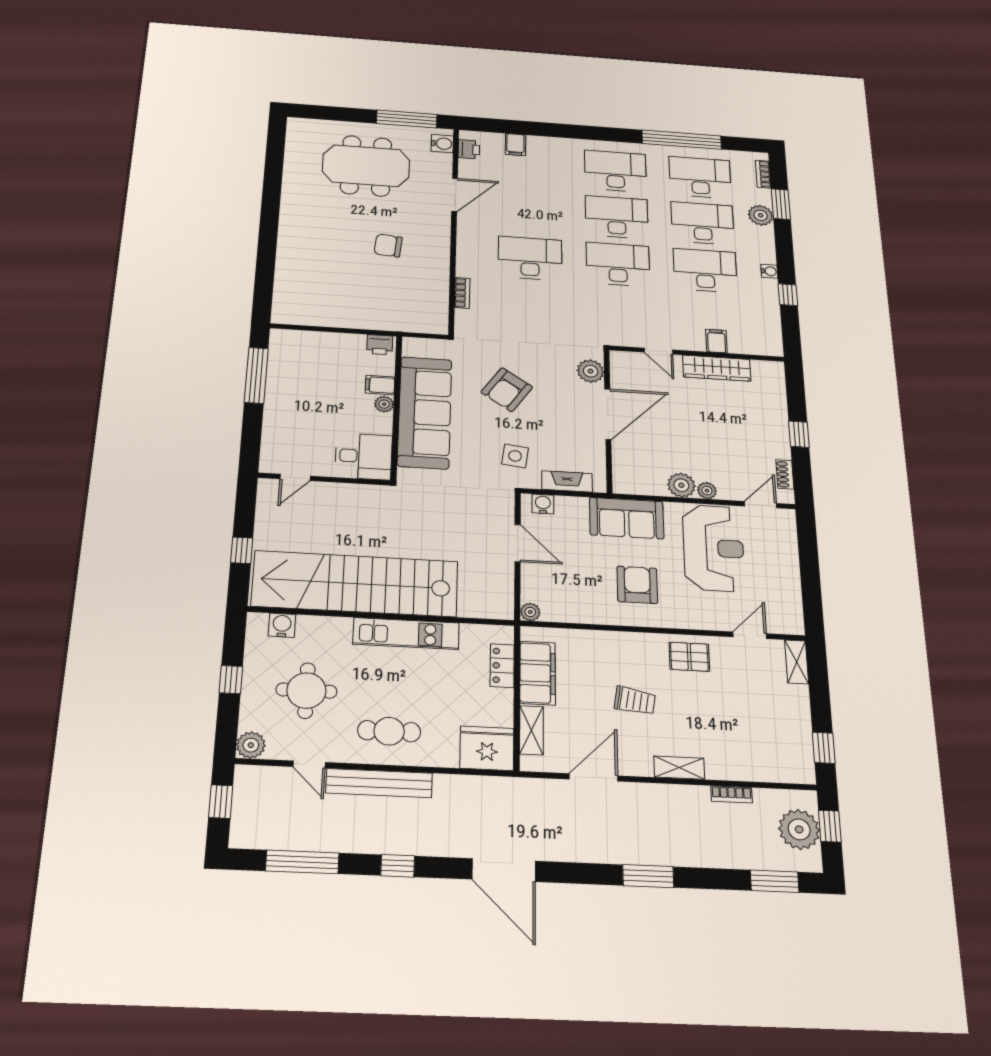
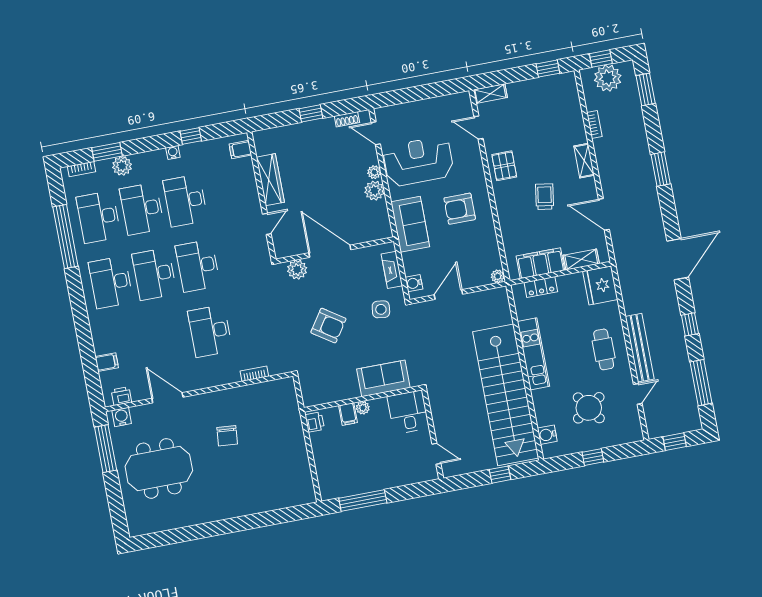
meeting table: (366, 166) -> (159, 468), turned 90
filing cabinet: (716, 341) -> (240, 150), moved
sofa: (425, 412) -> (383, 378), width x0.54, depth x0.79
round table: (306, 691) -> (589, 408), turned -35
plant: (251, 745) -> (634, 433), removed

